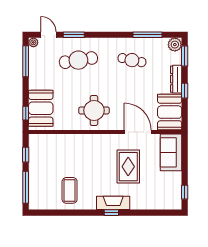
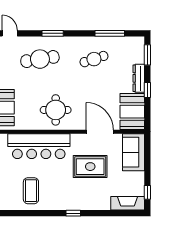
window: (74, 35) -> (53, 33), moved
plant: (175, 45) -> (137, 43), removed
cafe table: (132, 60) -> (94, 59), turned -30
bar counter: (77, 146) -> (39, 146), added
rug: (128, 167) -> (90, 167), turned 90
fireplace: (113, 203) -> (128, 203), moved

